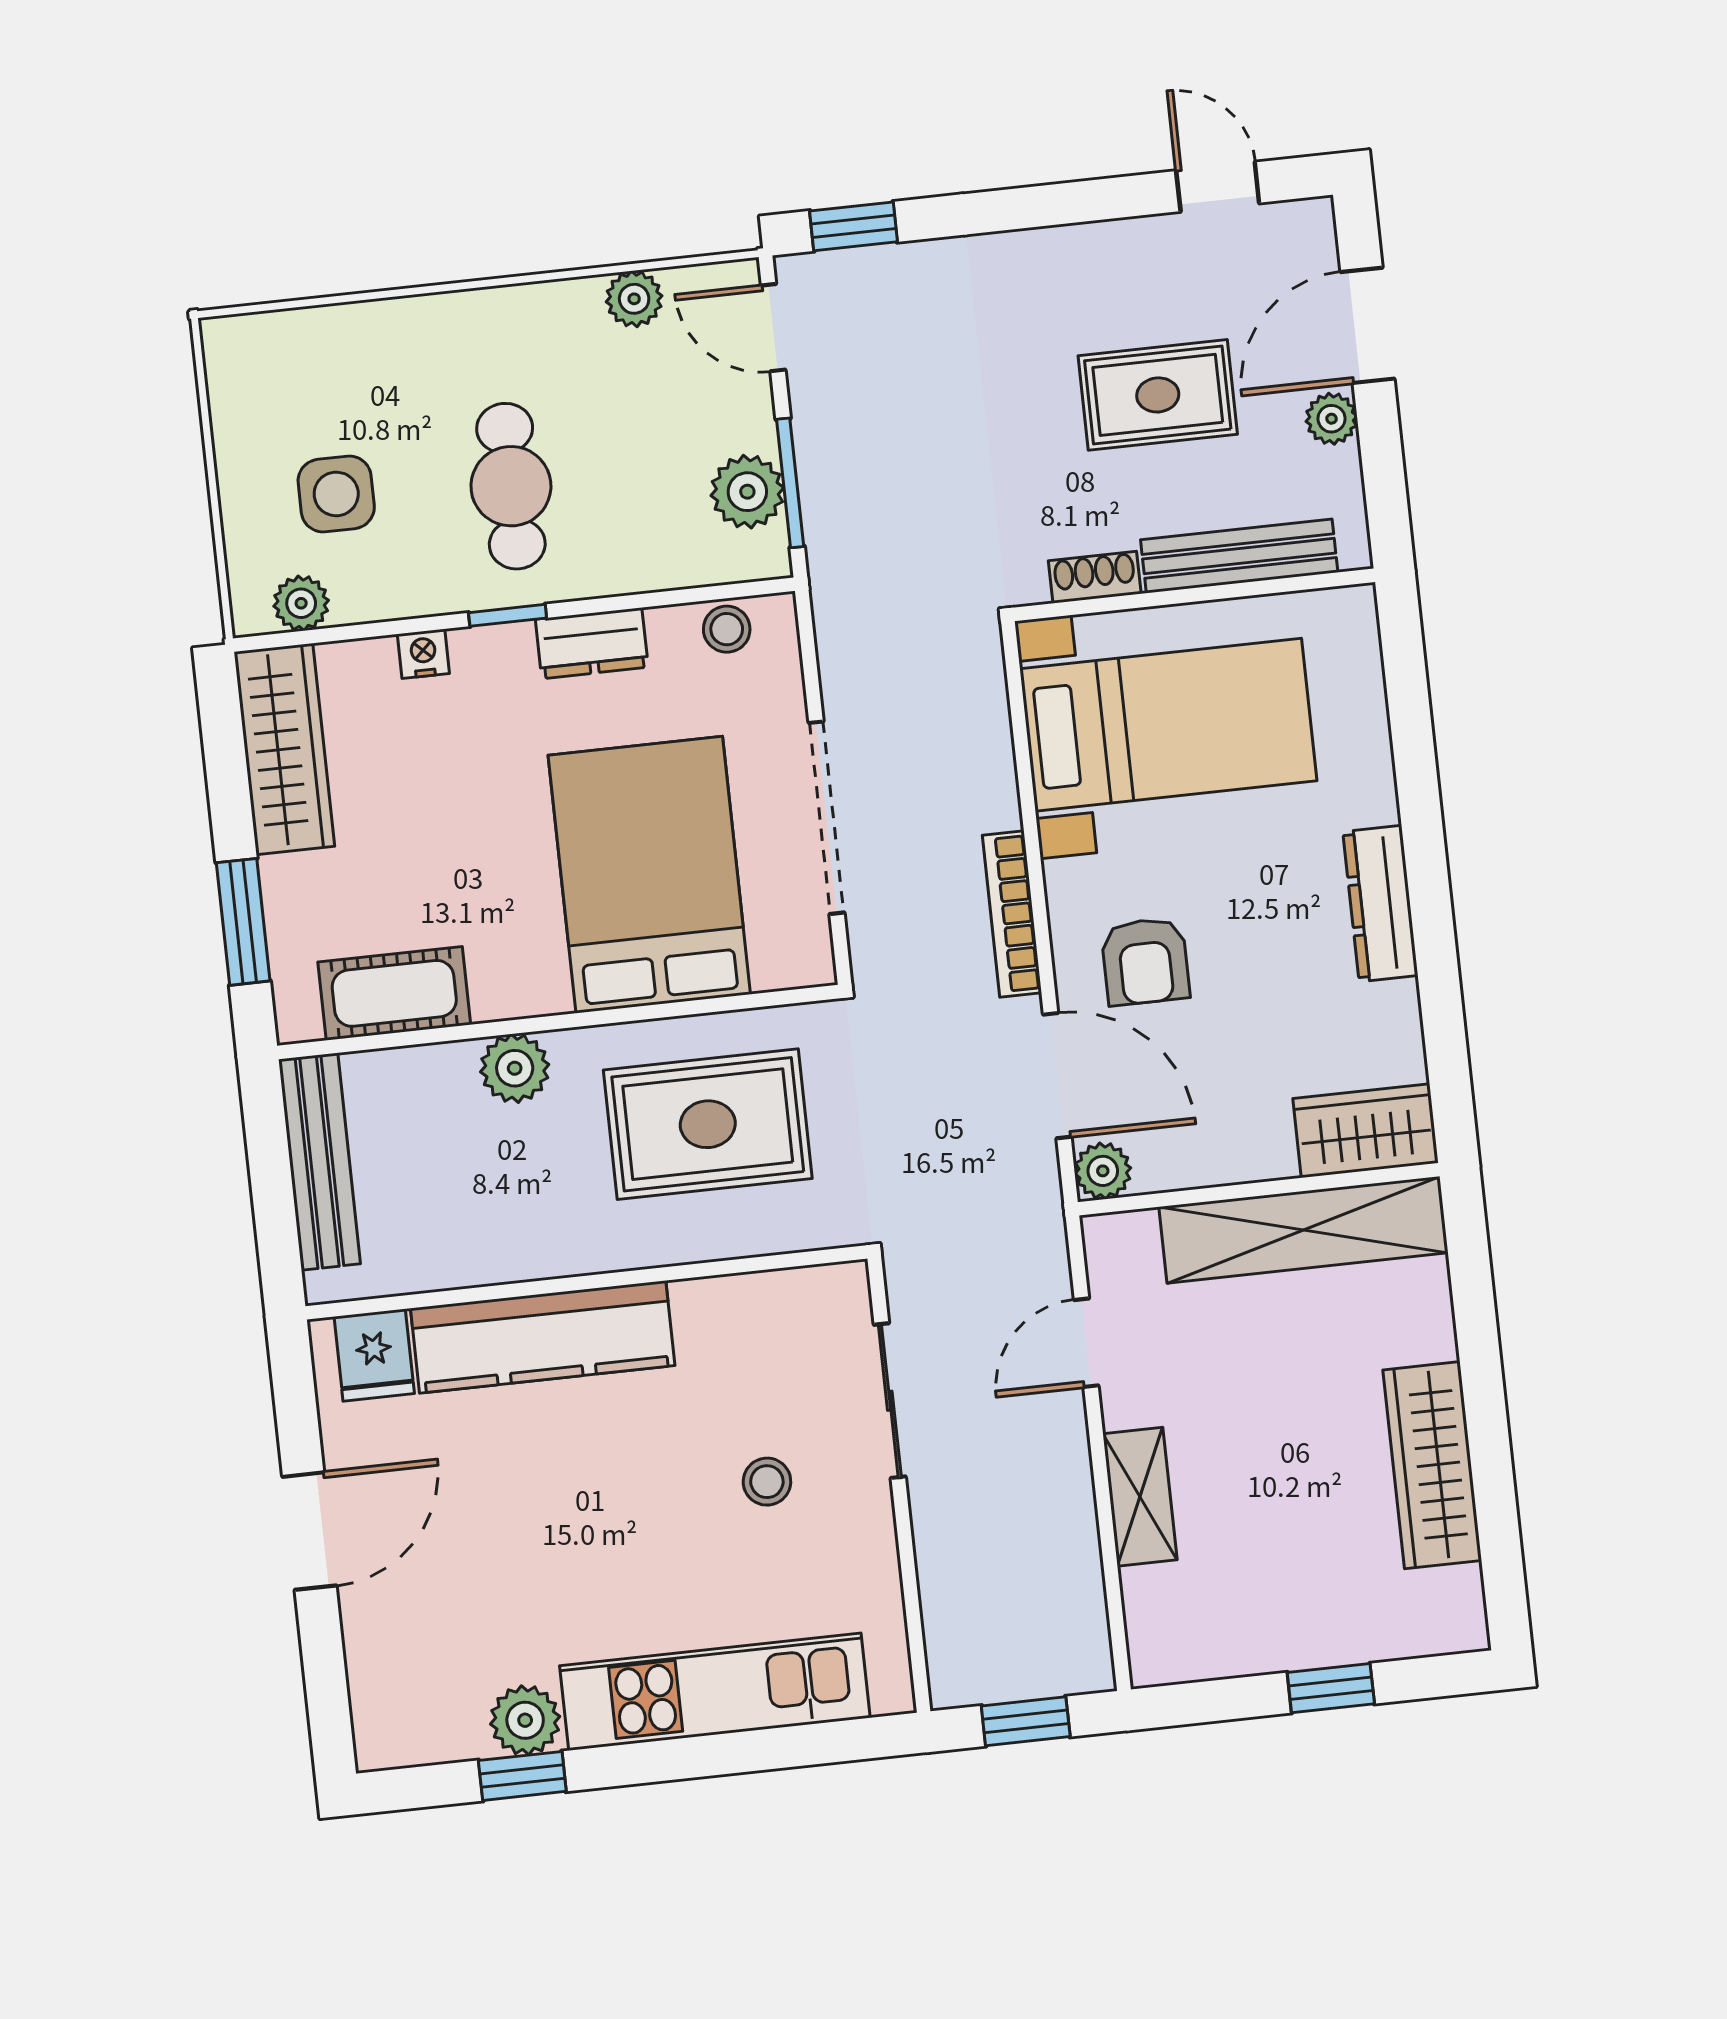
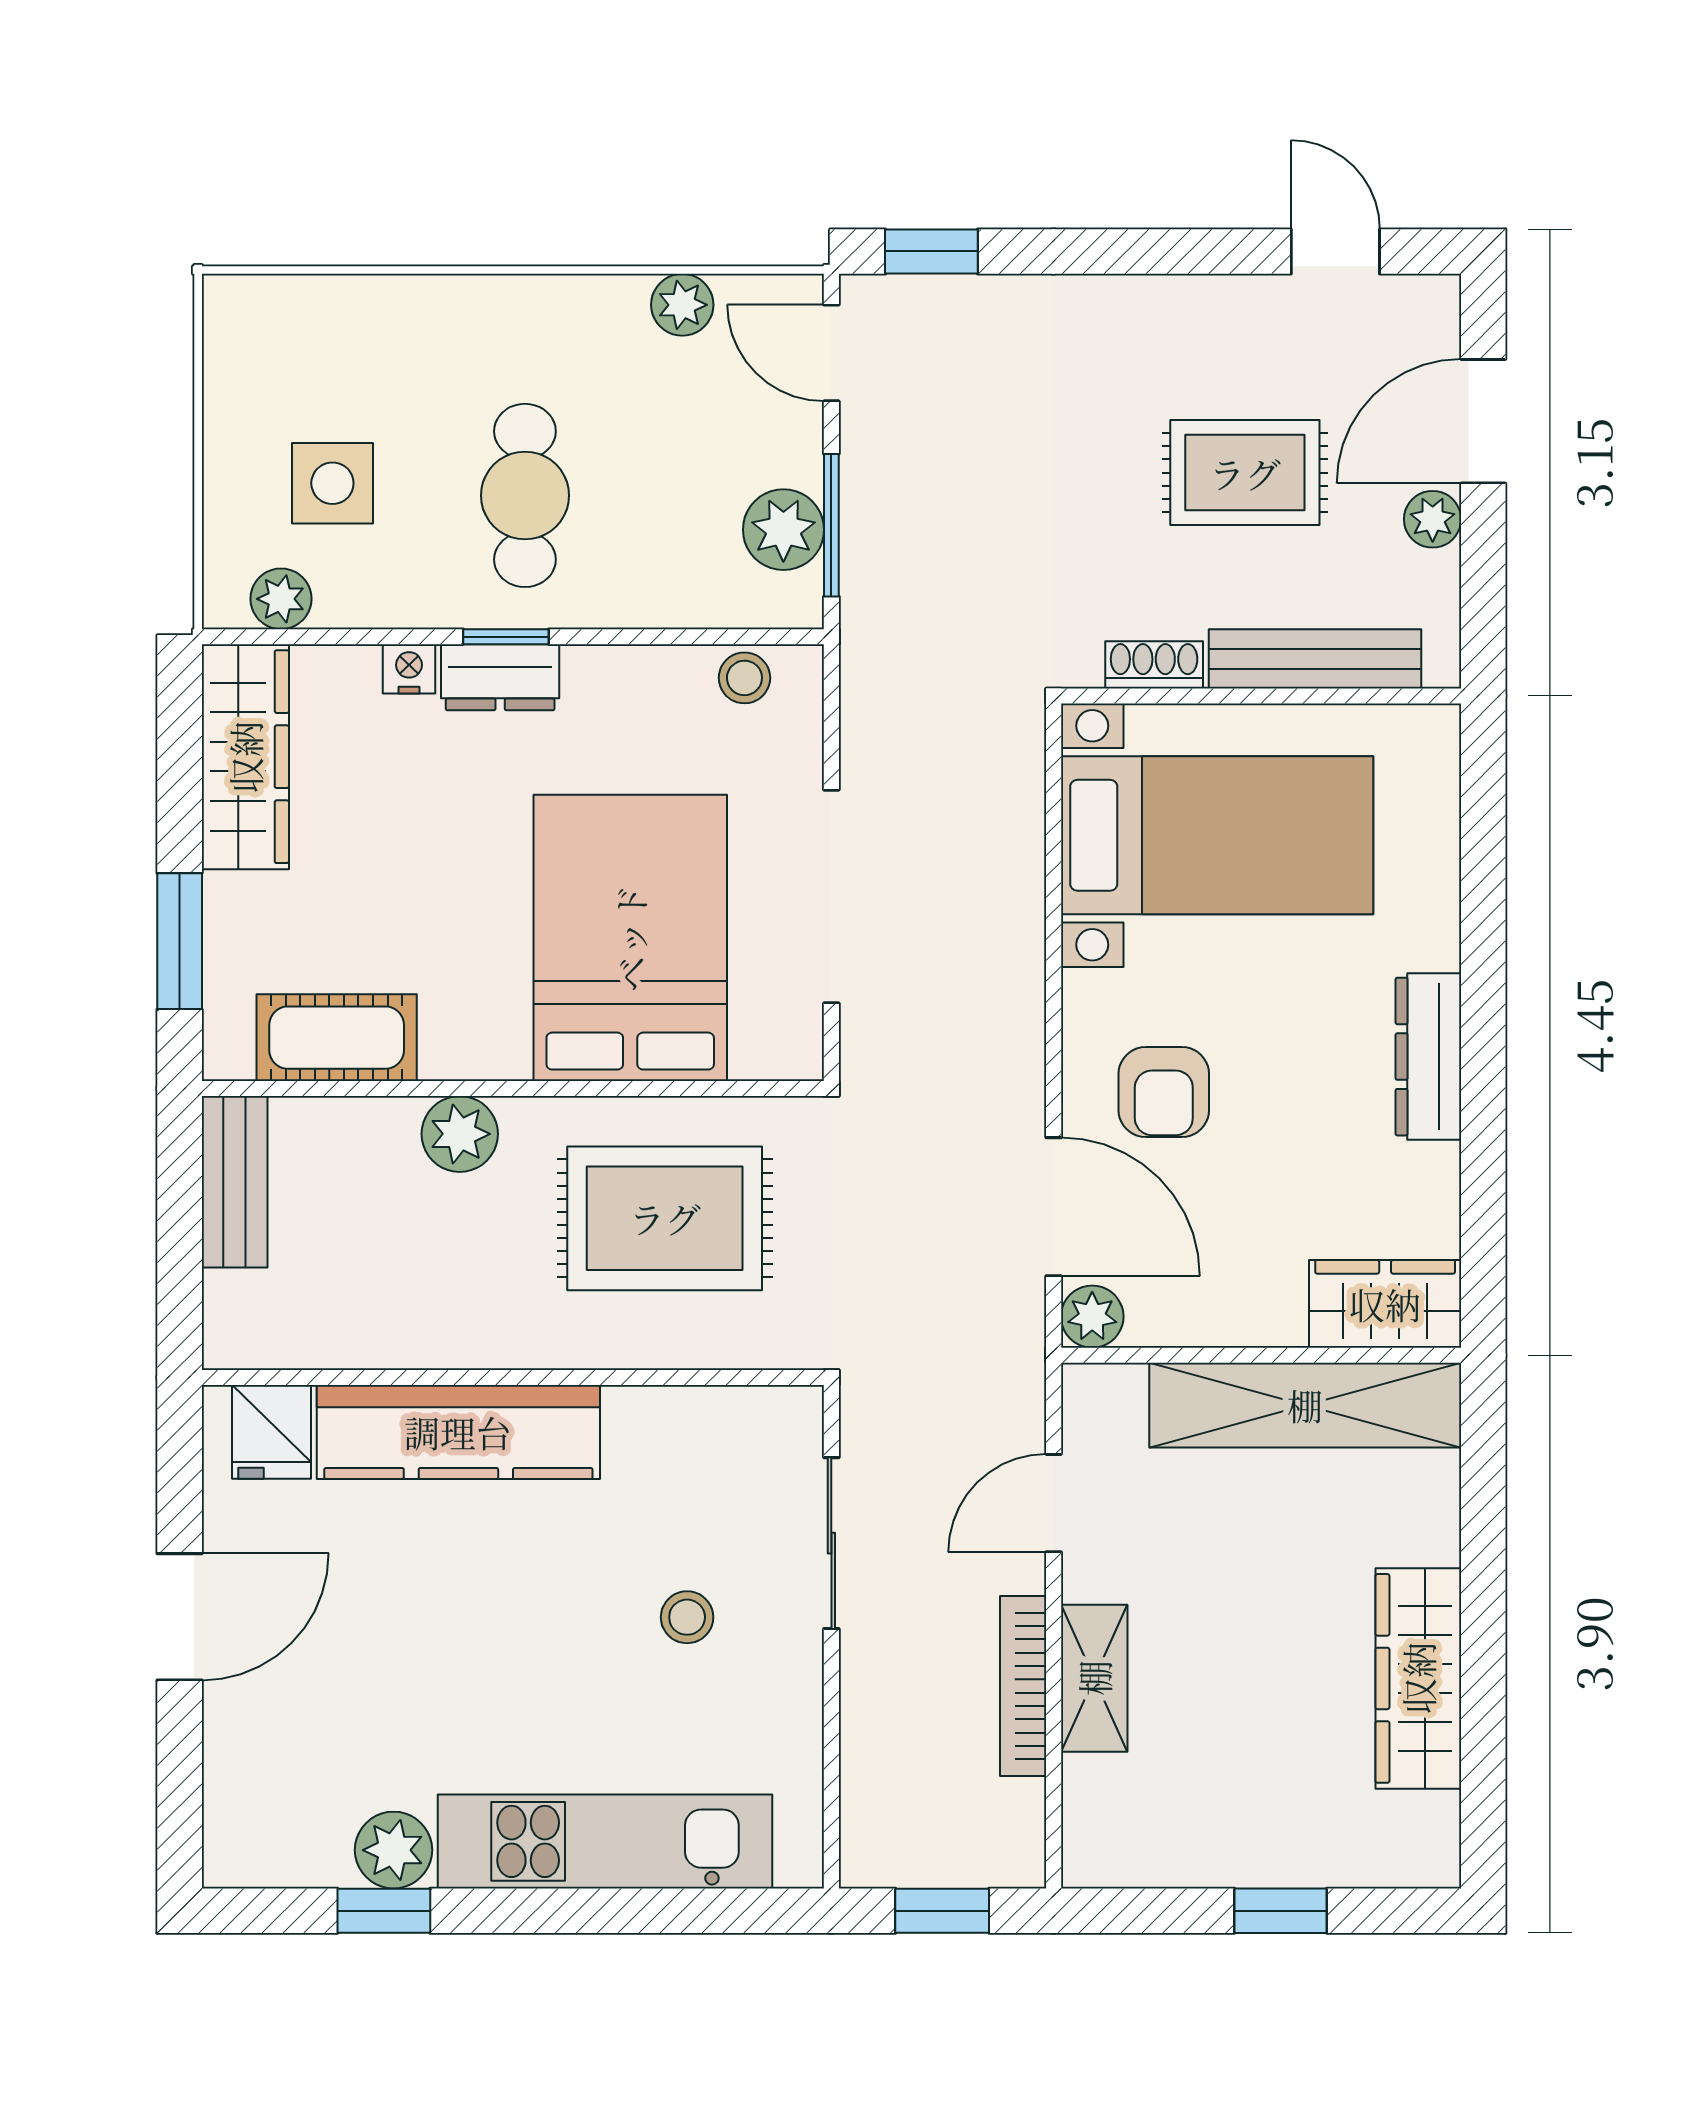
dresser: (592, 643) -> (500, 677), moved
bookcase: (1012, 914) -> (1023, 1686), moved
bench: (319, 1162) -> (235, 1182), width x0.73

